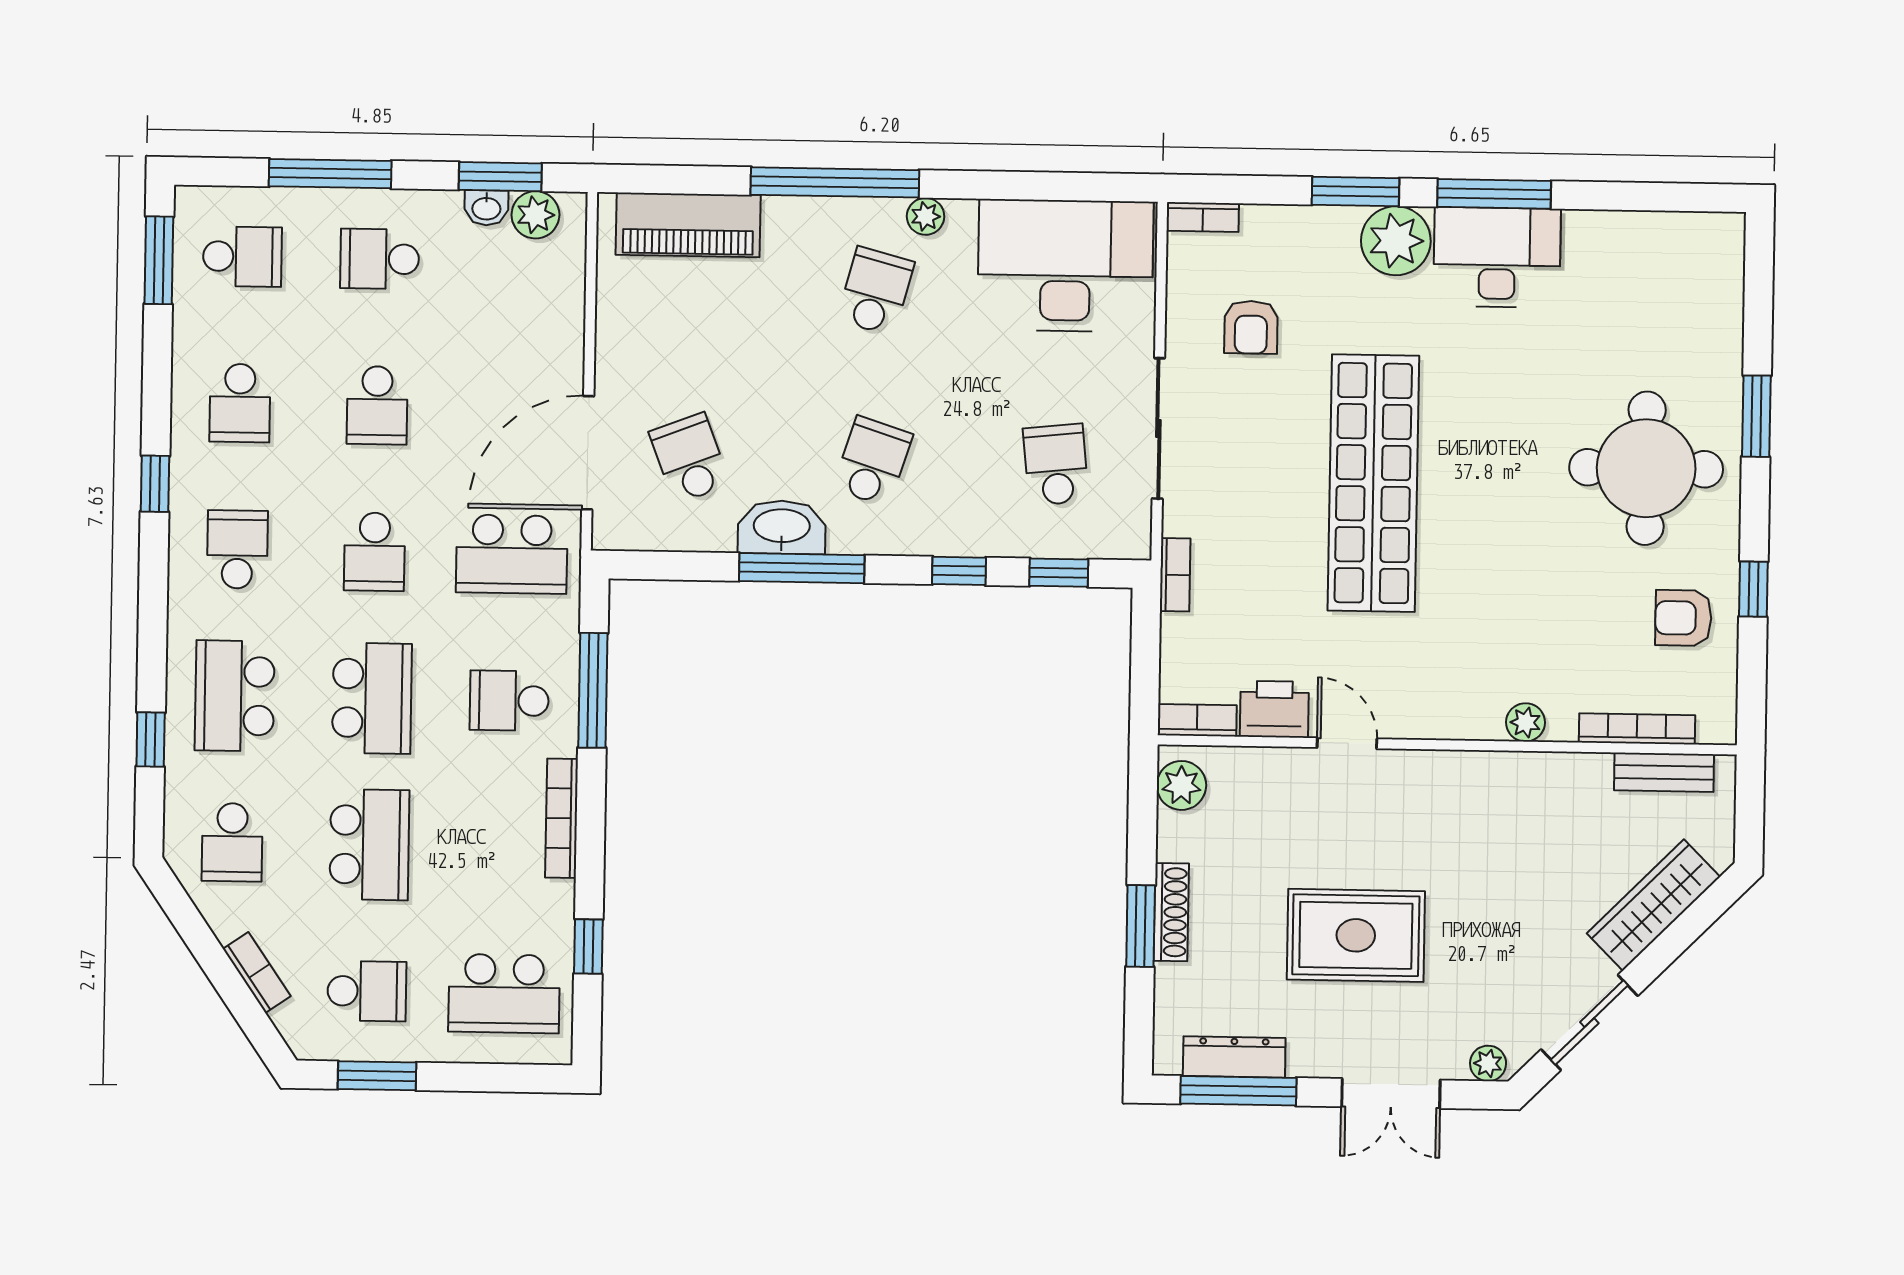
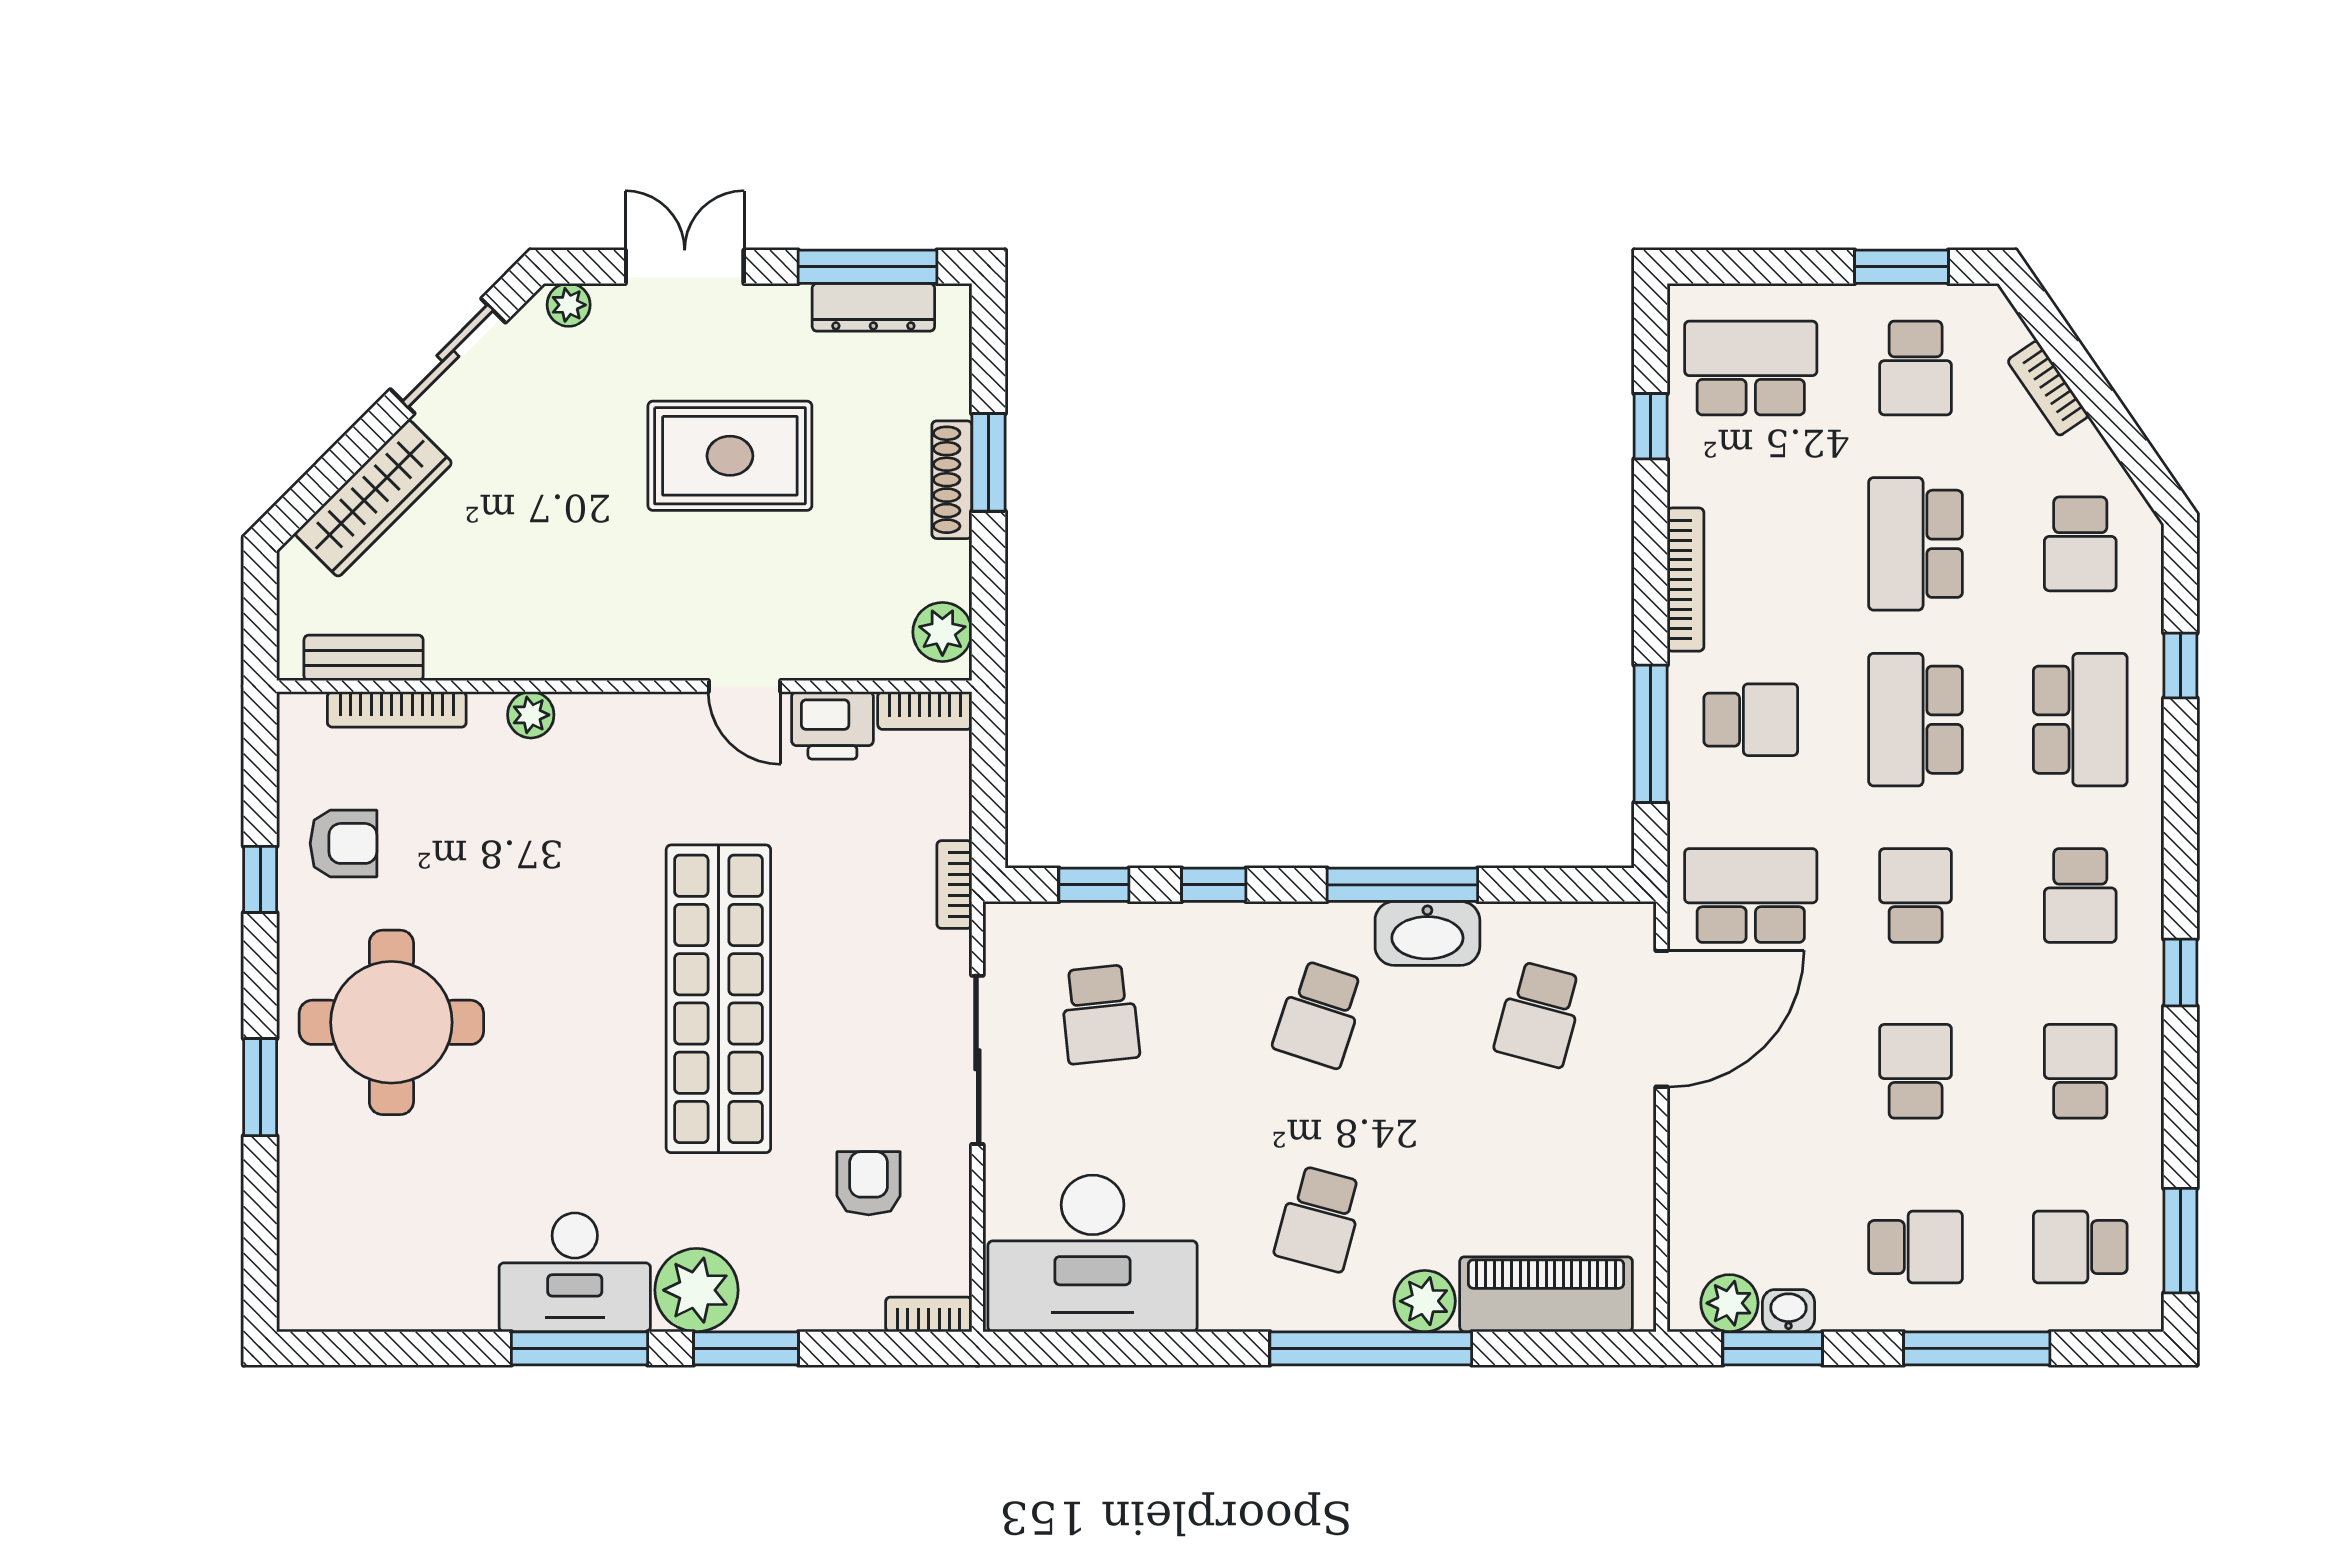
plant: (926, 216) -> (1425, 1301), moved, width x1.38, depth x1.38
school desk: (690, 458) -> (1539, 1014), turned 36
school desk: (232, 842) -> (2080, 544), turned 180
school desk: (367, 991) -> (1916, 368), turned -90

